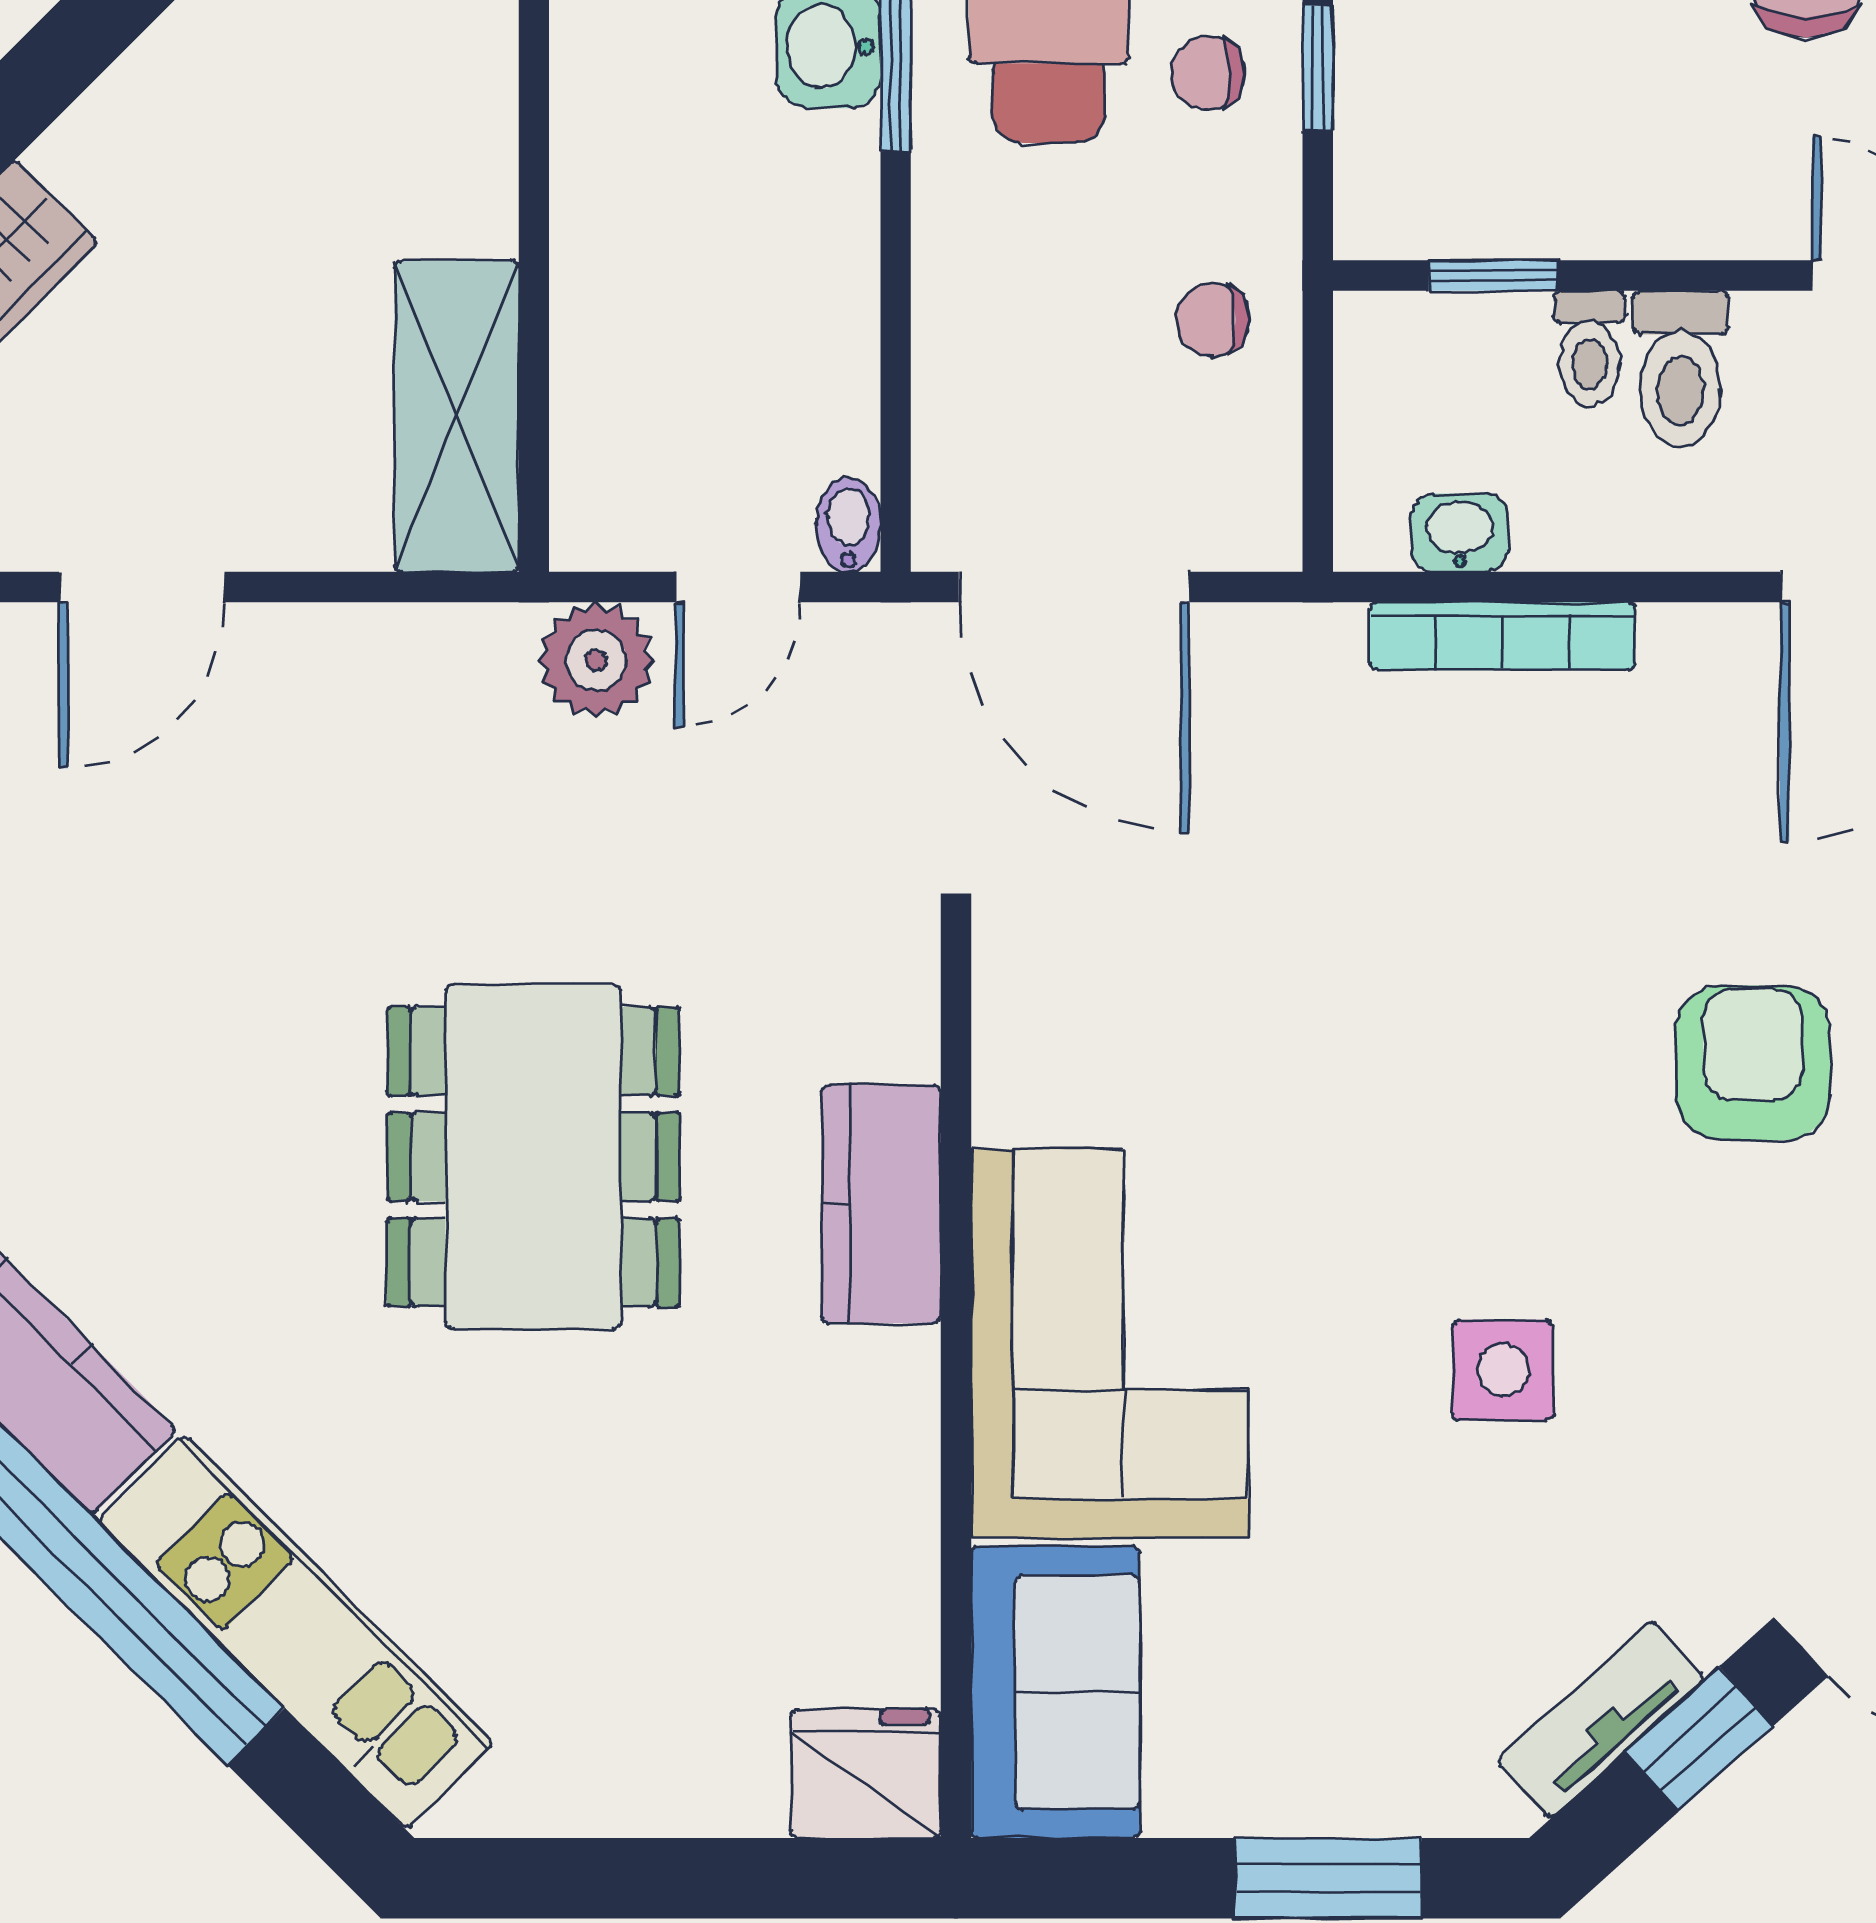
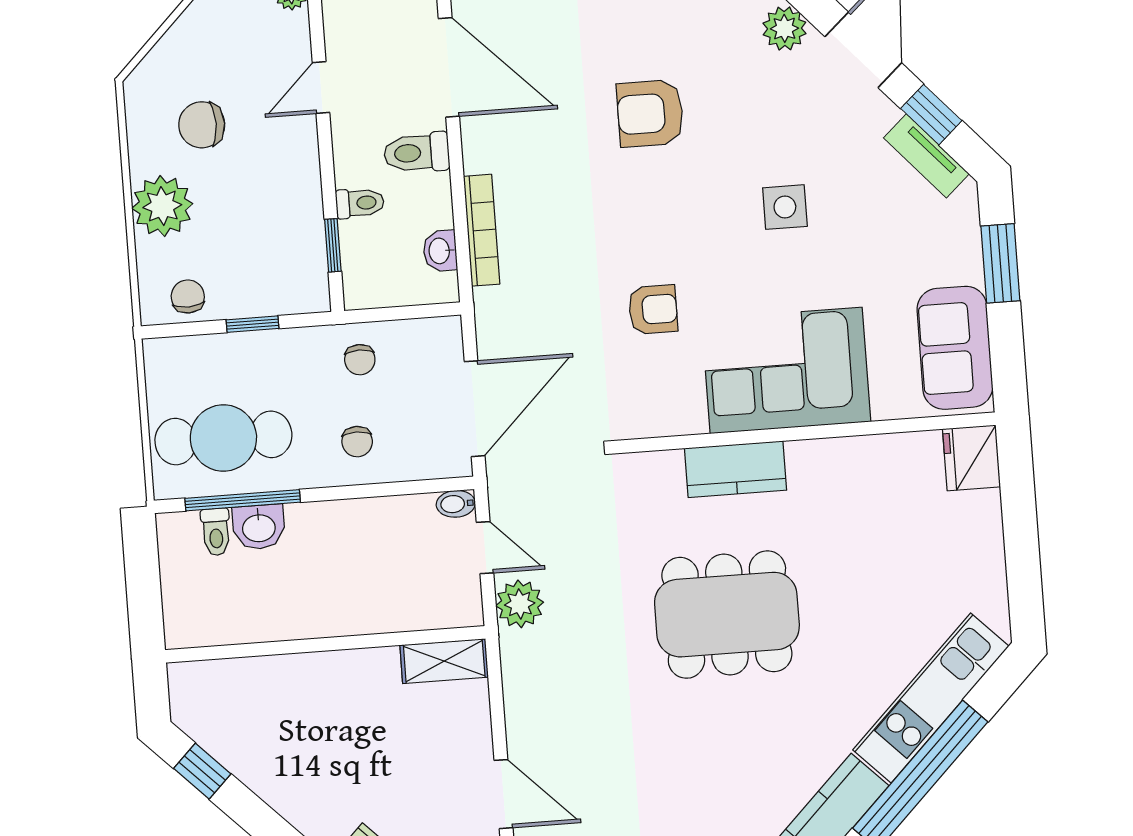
chair: (1208, 73) -> (357, 442), moved
toilet: (1680, 369) -> (417, 153), moved, turned 180
shelving: (457, 416) -> (444, 661), width x0.67, depth x0.75
armchair: (1280, 1034) -> (653, 309), added
sofa: (1055, 1692) -> (955, 348), moved, turned -90

